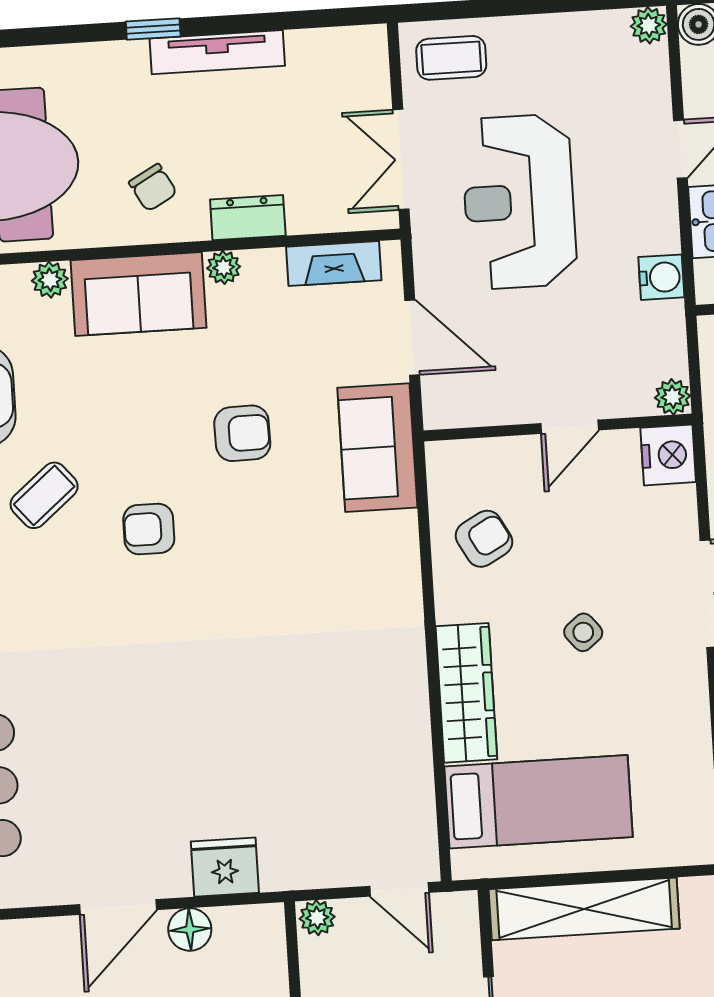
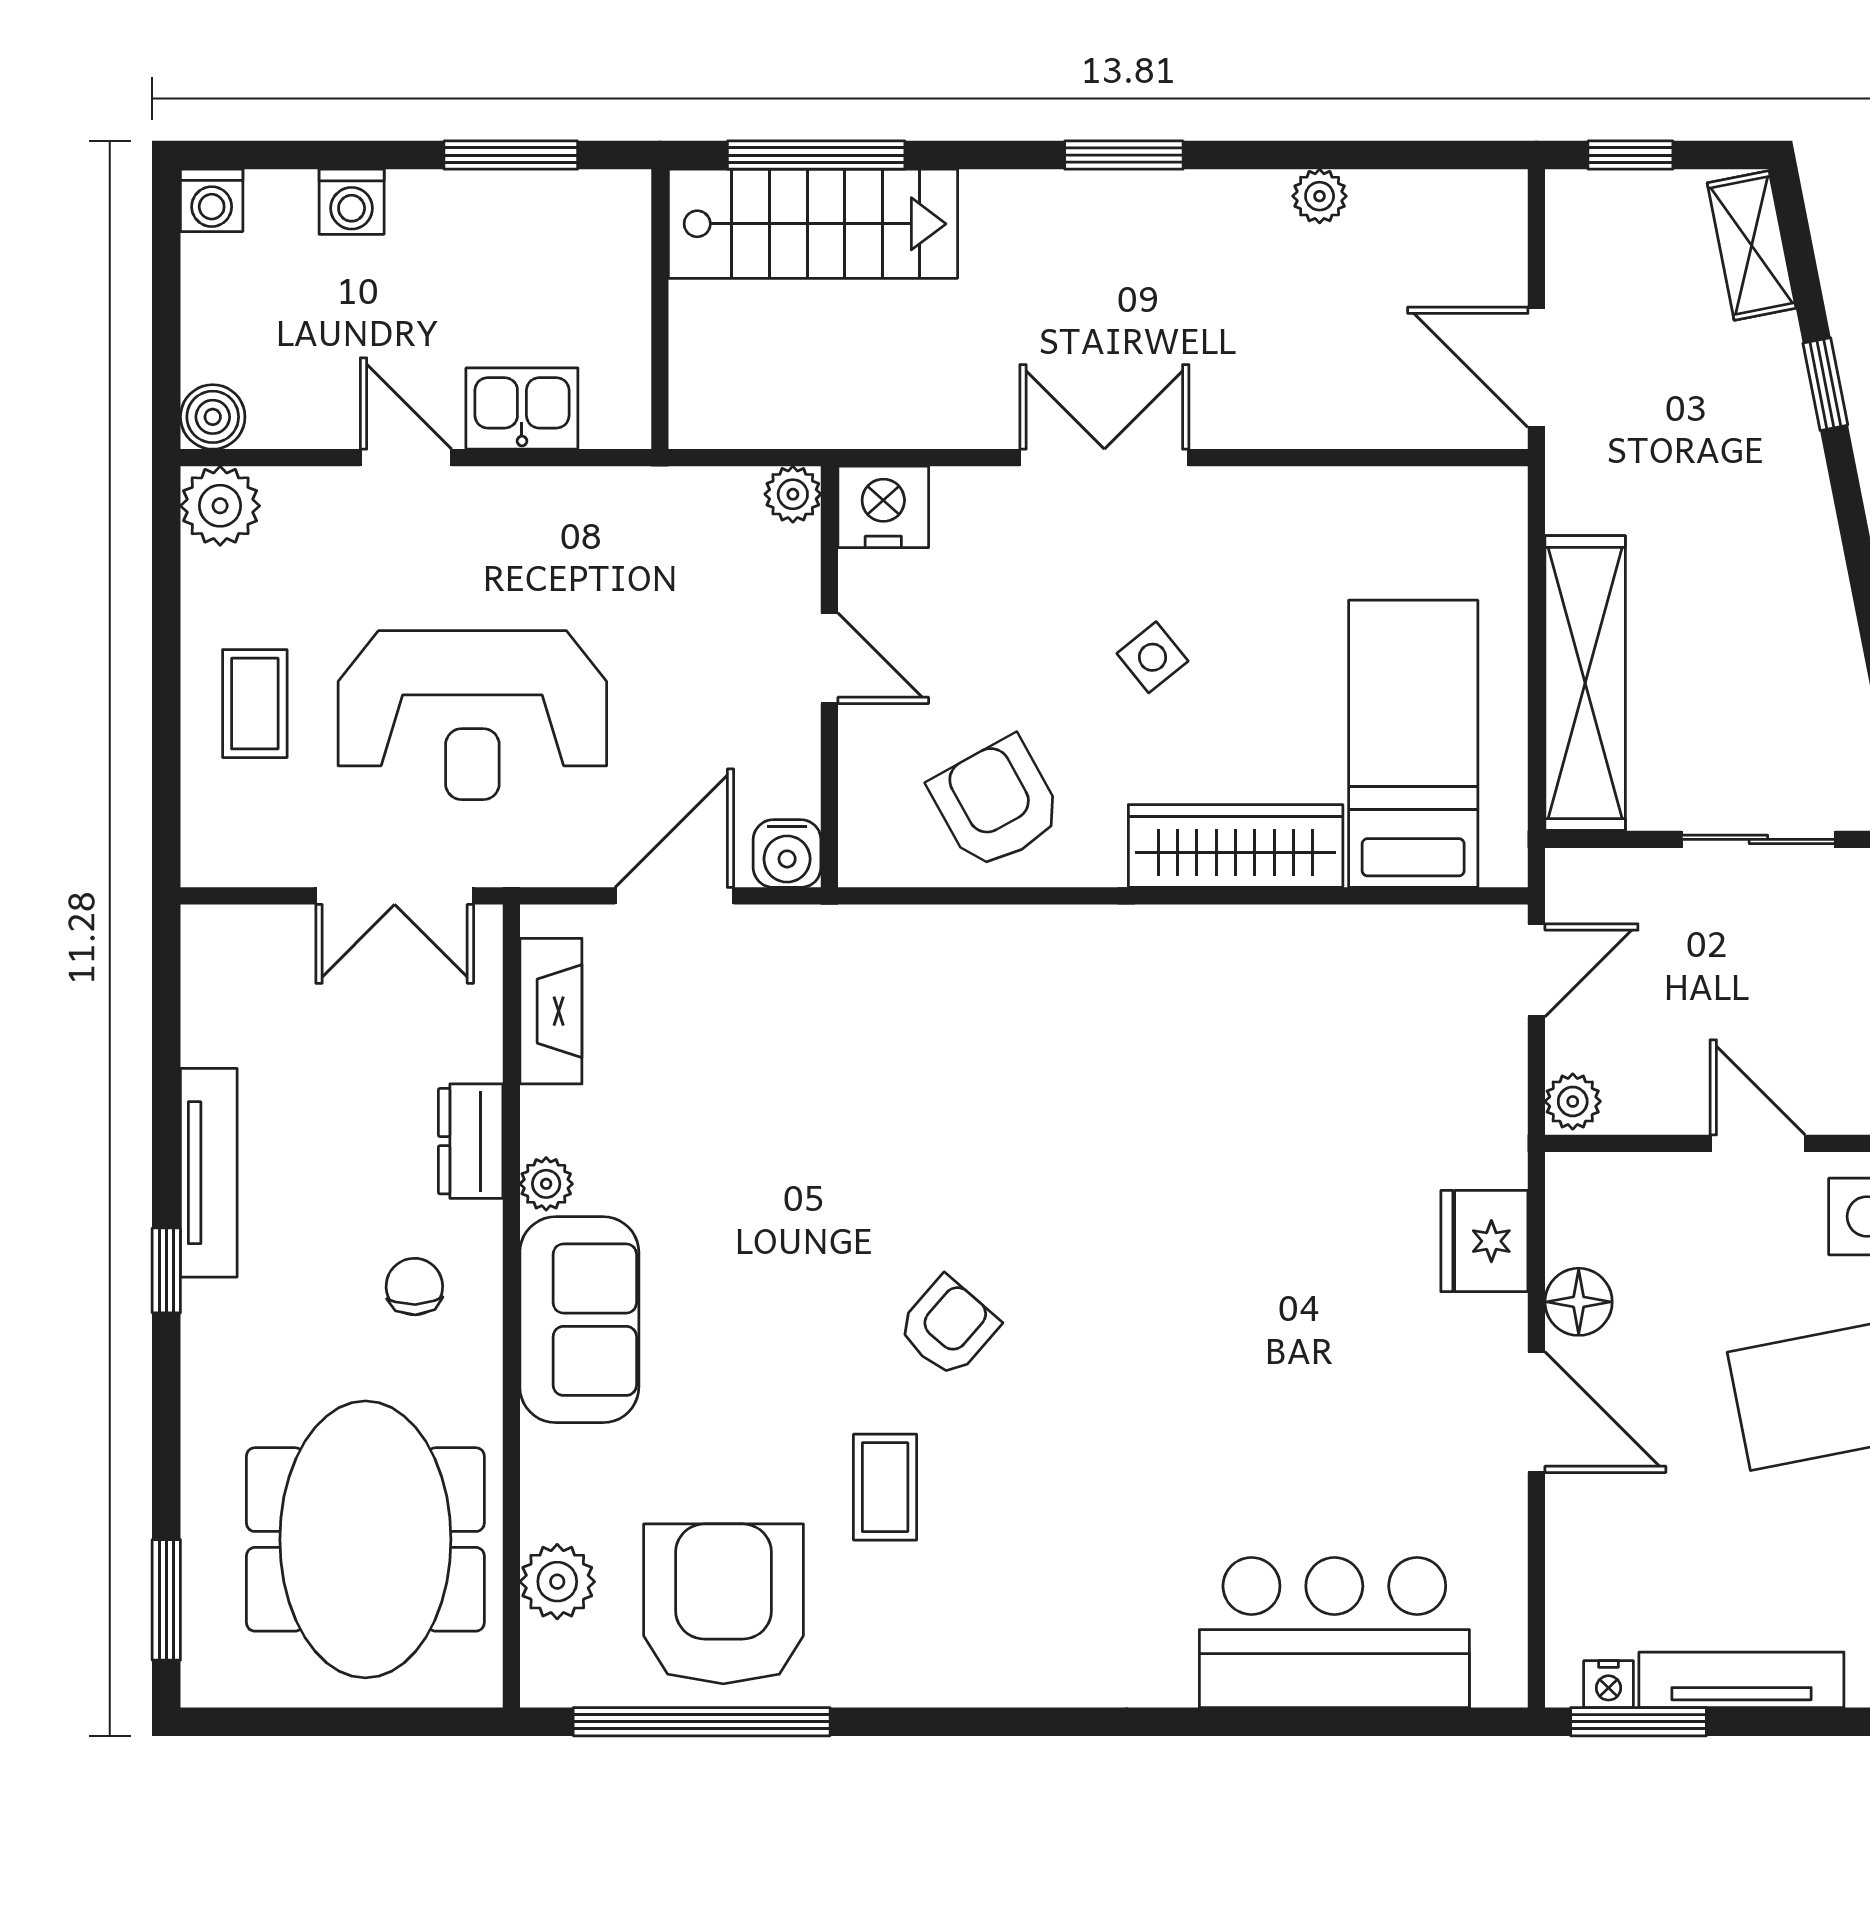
plant: (649, 25) -> (220, 506), width x1.38, depth x1.38
coffee table: (451, 58) -> (255, 704), moved
chair: (153, 188) -> (414, 1287), turned -63
water cooler: (661, 277) -> (787, 854), moved, turned 180
plant: (50, 280) -> (548, 1457), removed
armchair: (242, 433) -> (808, 1171), removed
sofa: (377, 448) -> (843, 961), removed
coffee table: (44, 495) -> (885, 1487), turned 40
armchair: (149, 529) -> (948, 1327), turned -139
armchair: (484, 539) -> (996, 803), width x1.38, depth x1.38

